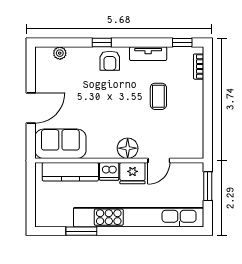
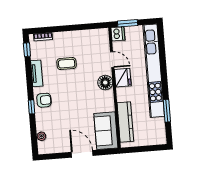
dishwasher: (109, 171) -> (118, 34), moved

